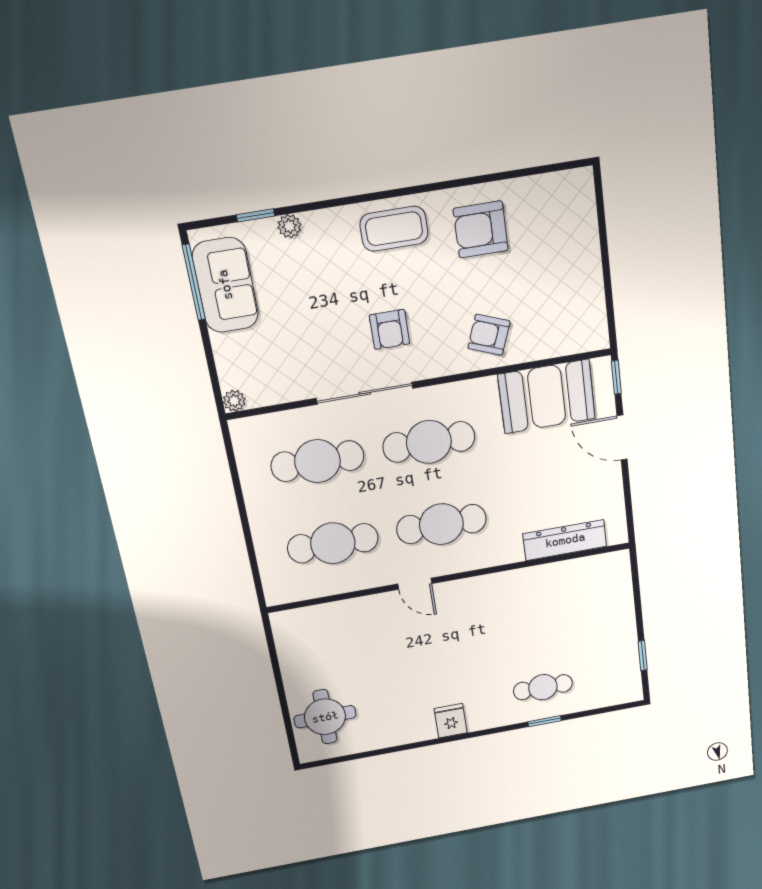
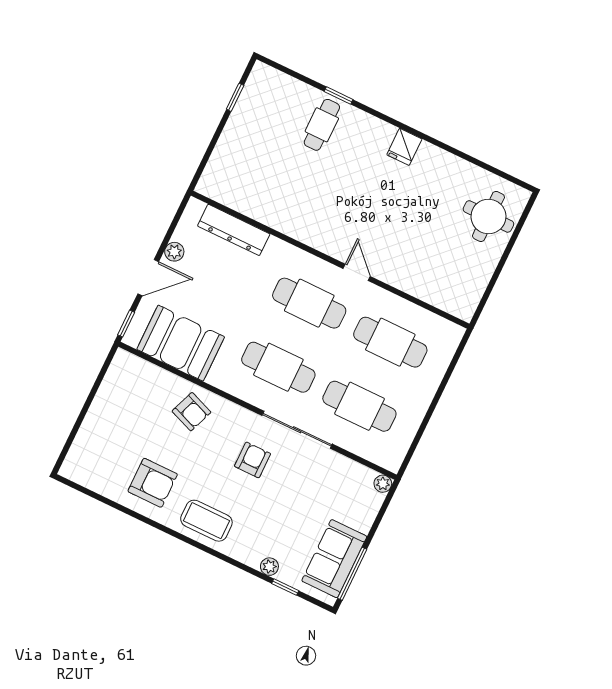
door: (622, 438) -> (148, 278), hinge flipped
plant: (611, 480) -> (174, 252), added
cafe table: (543, 687) -> (322, 125), turned 90

